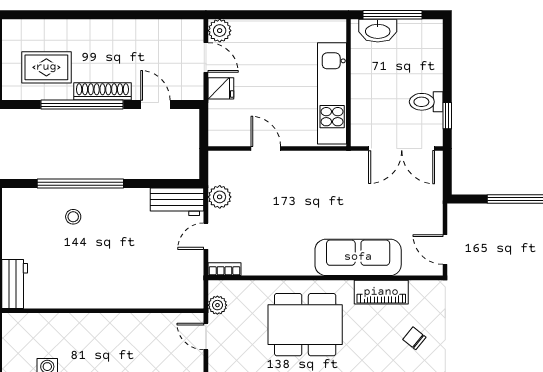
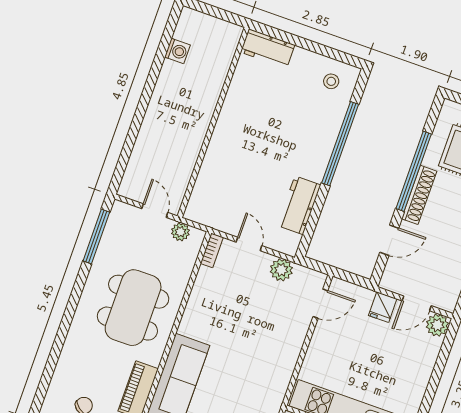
door: (266, 148) -> (320, 304), moved
workbench: (177, 202) -> (299, 205), moved
stool: (73, 217) -> (331, 81), moved
door: (206, 337) -> (155, 211), hinge flipped

